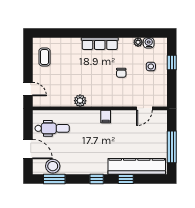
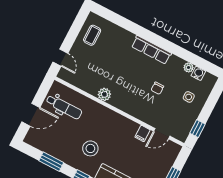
window: (172, 62) -> (197, 129), moved
filing cabinet: (106, 117) -> (143, 134), moved
door: (28, 149) -> (31, 115), hinge flipped
stool: (53, 166) -> (90, 148), moved
window: (54, 179) -> (51, 162), moved

